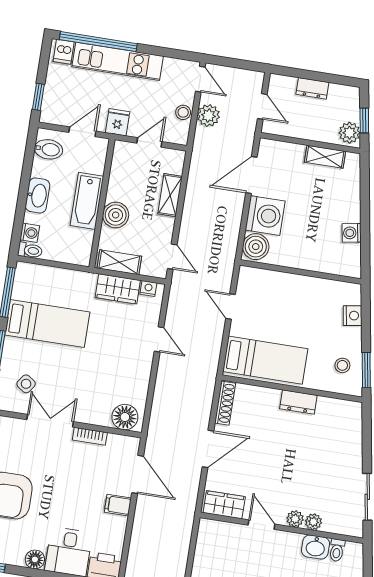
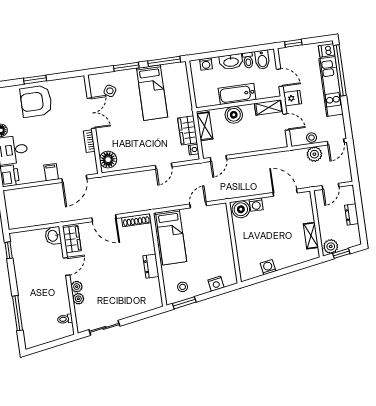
shelving: (170, 195) -> (269, 107), moved
washing machine: (265, 216) -> (256, 205), width x0.53, depth x0.53
toilet: (30, 250) -> (248, 60), moved
washbasin: (316, 547) -> (53, 236), moved

